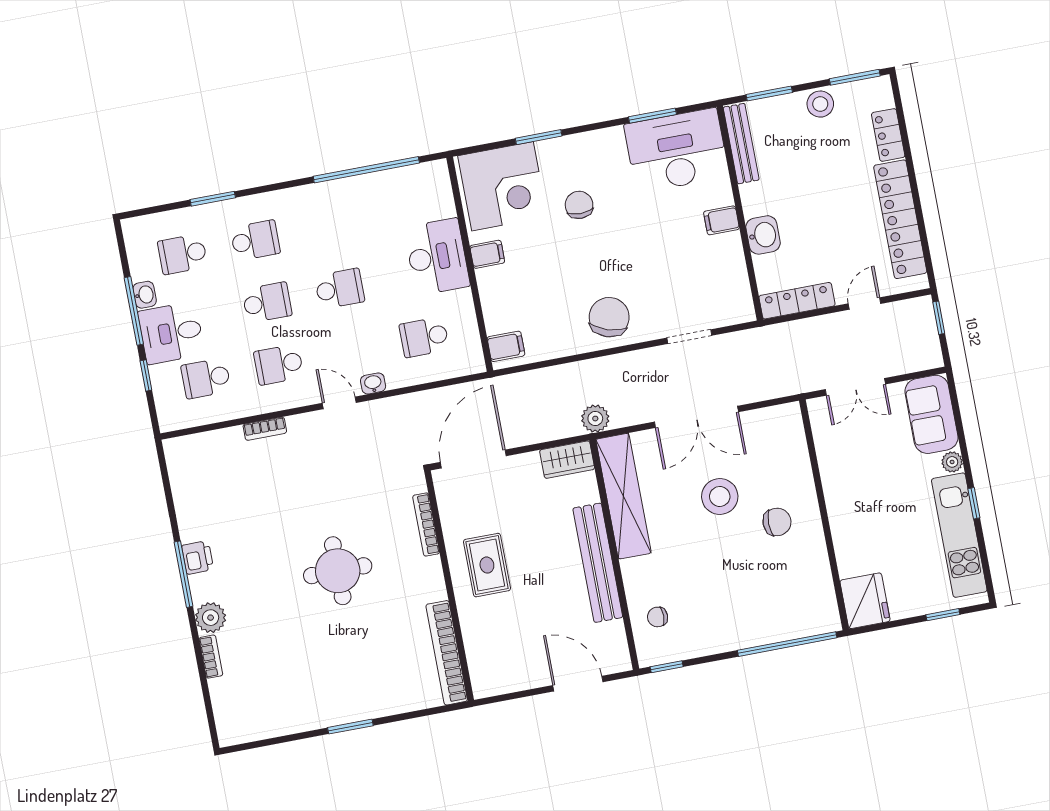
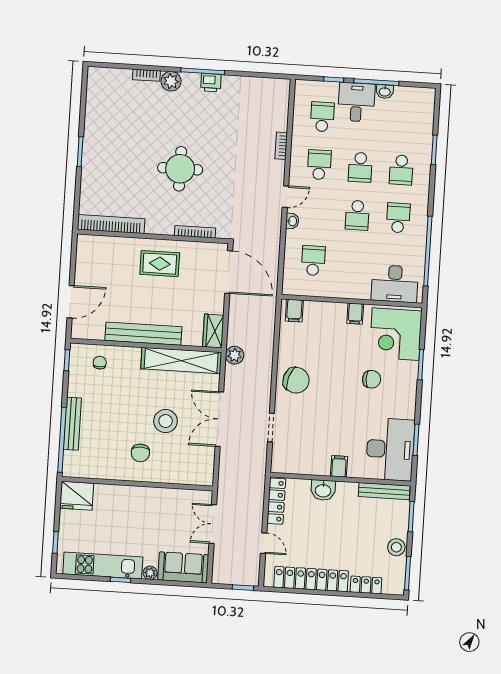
school desk: (183, 254) -> (398, 218), moved
desk: (437, 257) -> (395, 284), moved
bench: (759, 635) -> (72, 424), added

